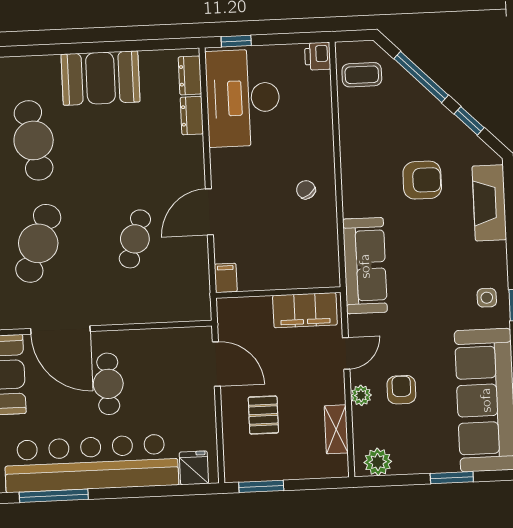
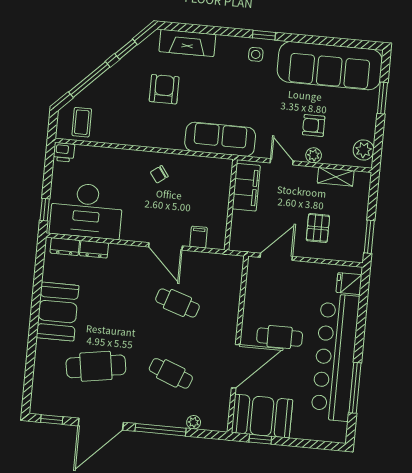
cafe table: (38, 243) -> (171, 373), width x0.73, depth x0.74
filing cabinet: (226, 278) -> (199, 237), moved, turned 90
pallet: (263, 415) -> (318, 228), turned 90

